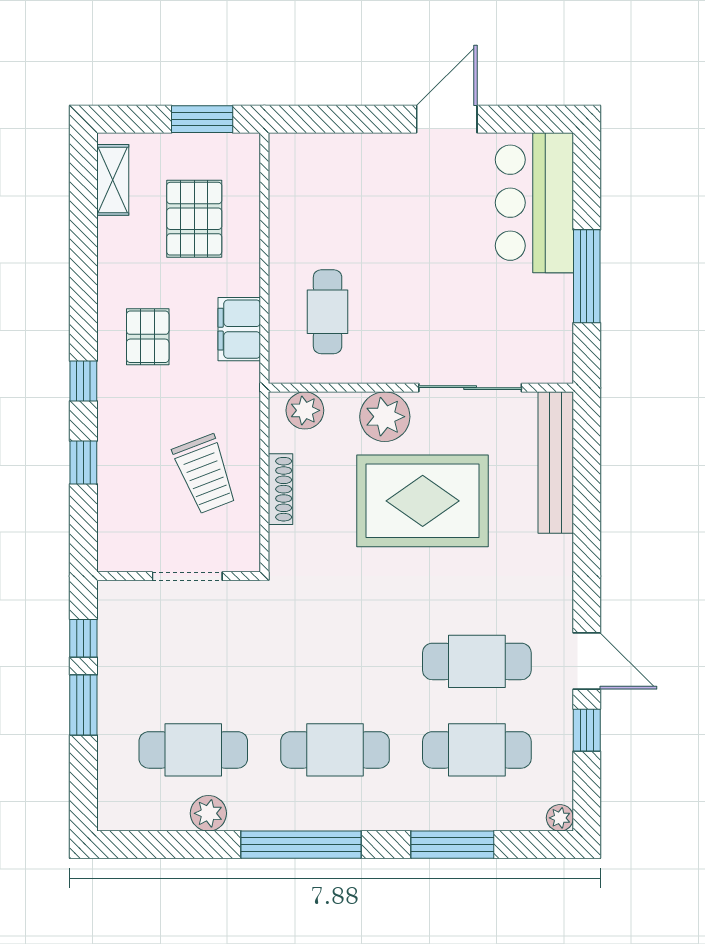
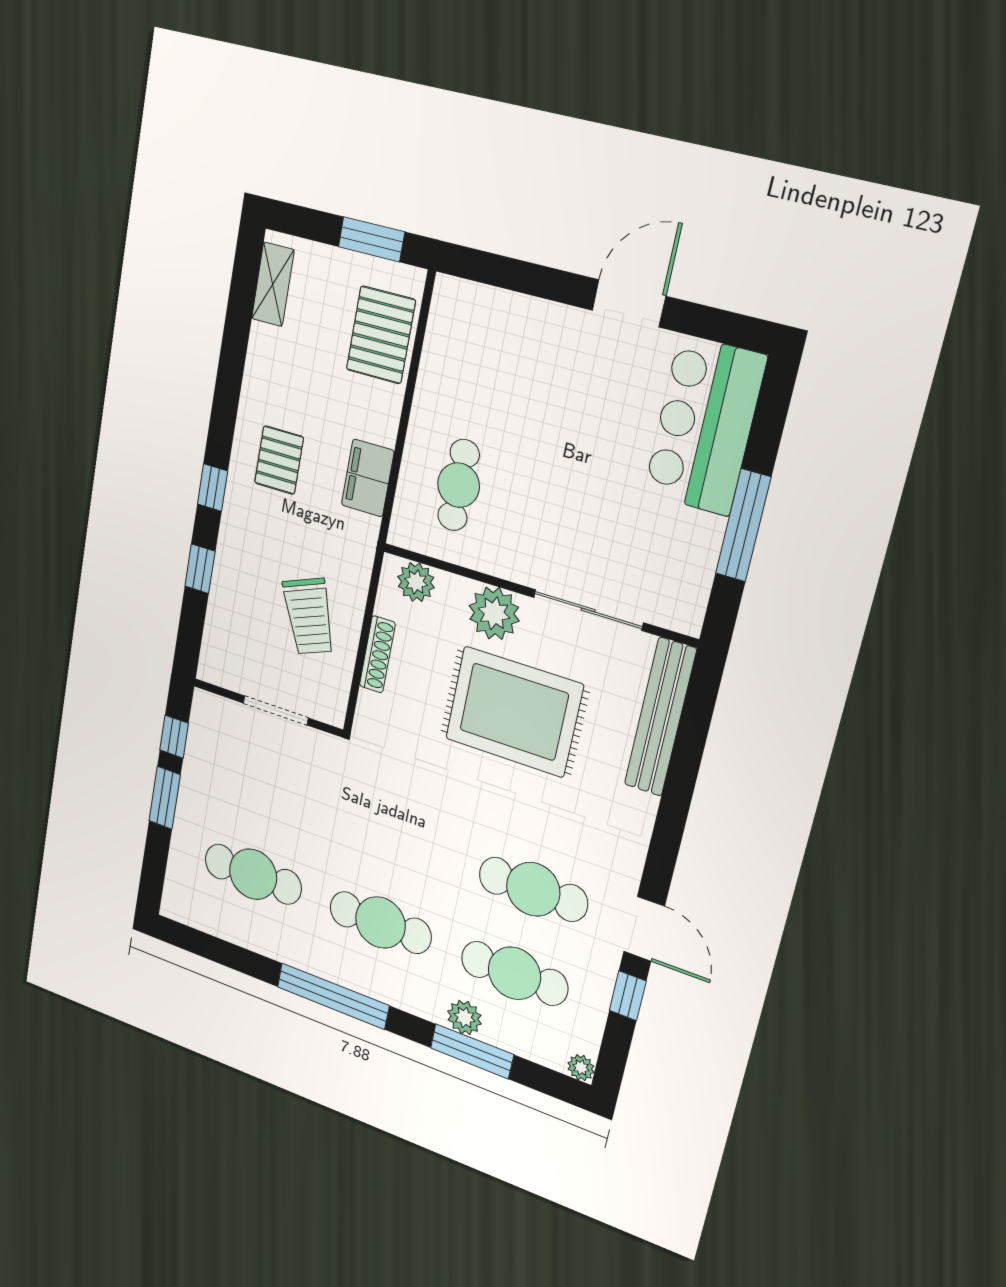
pallet: (194, 219) -> (381, 335), moved
plant: (208, 813) -> (465, 1017), moved

